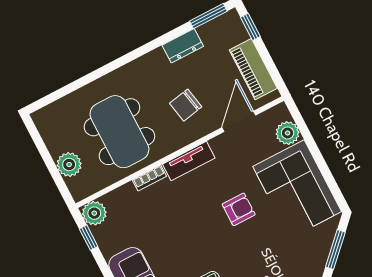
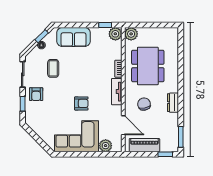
dresser: (183, 46) -> (173, 103), moved
dining table: (119, 132) -> (148, 66), turned 90
plant: (69, 164) -> (131, 34), moved
armchair: (239, 209) -> (81, 103), turned -90
window: (335, 250) -> (38, 140), removed

